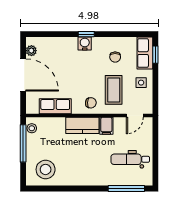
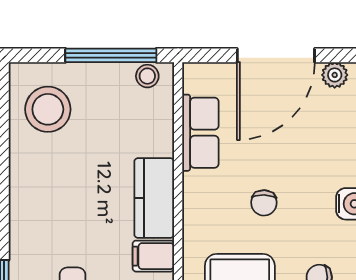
chair: (91, 103) -> (264, 203), moved

